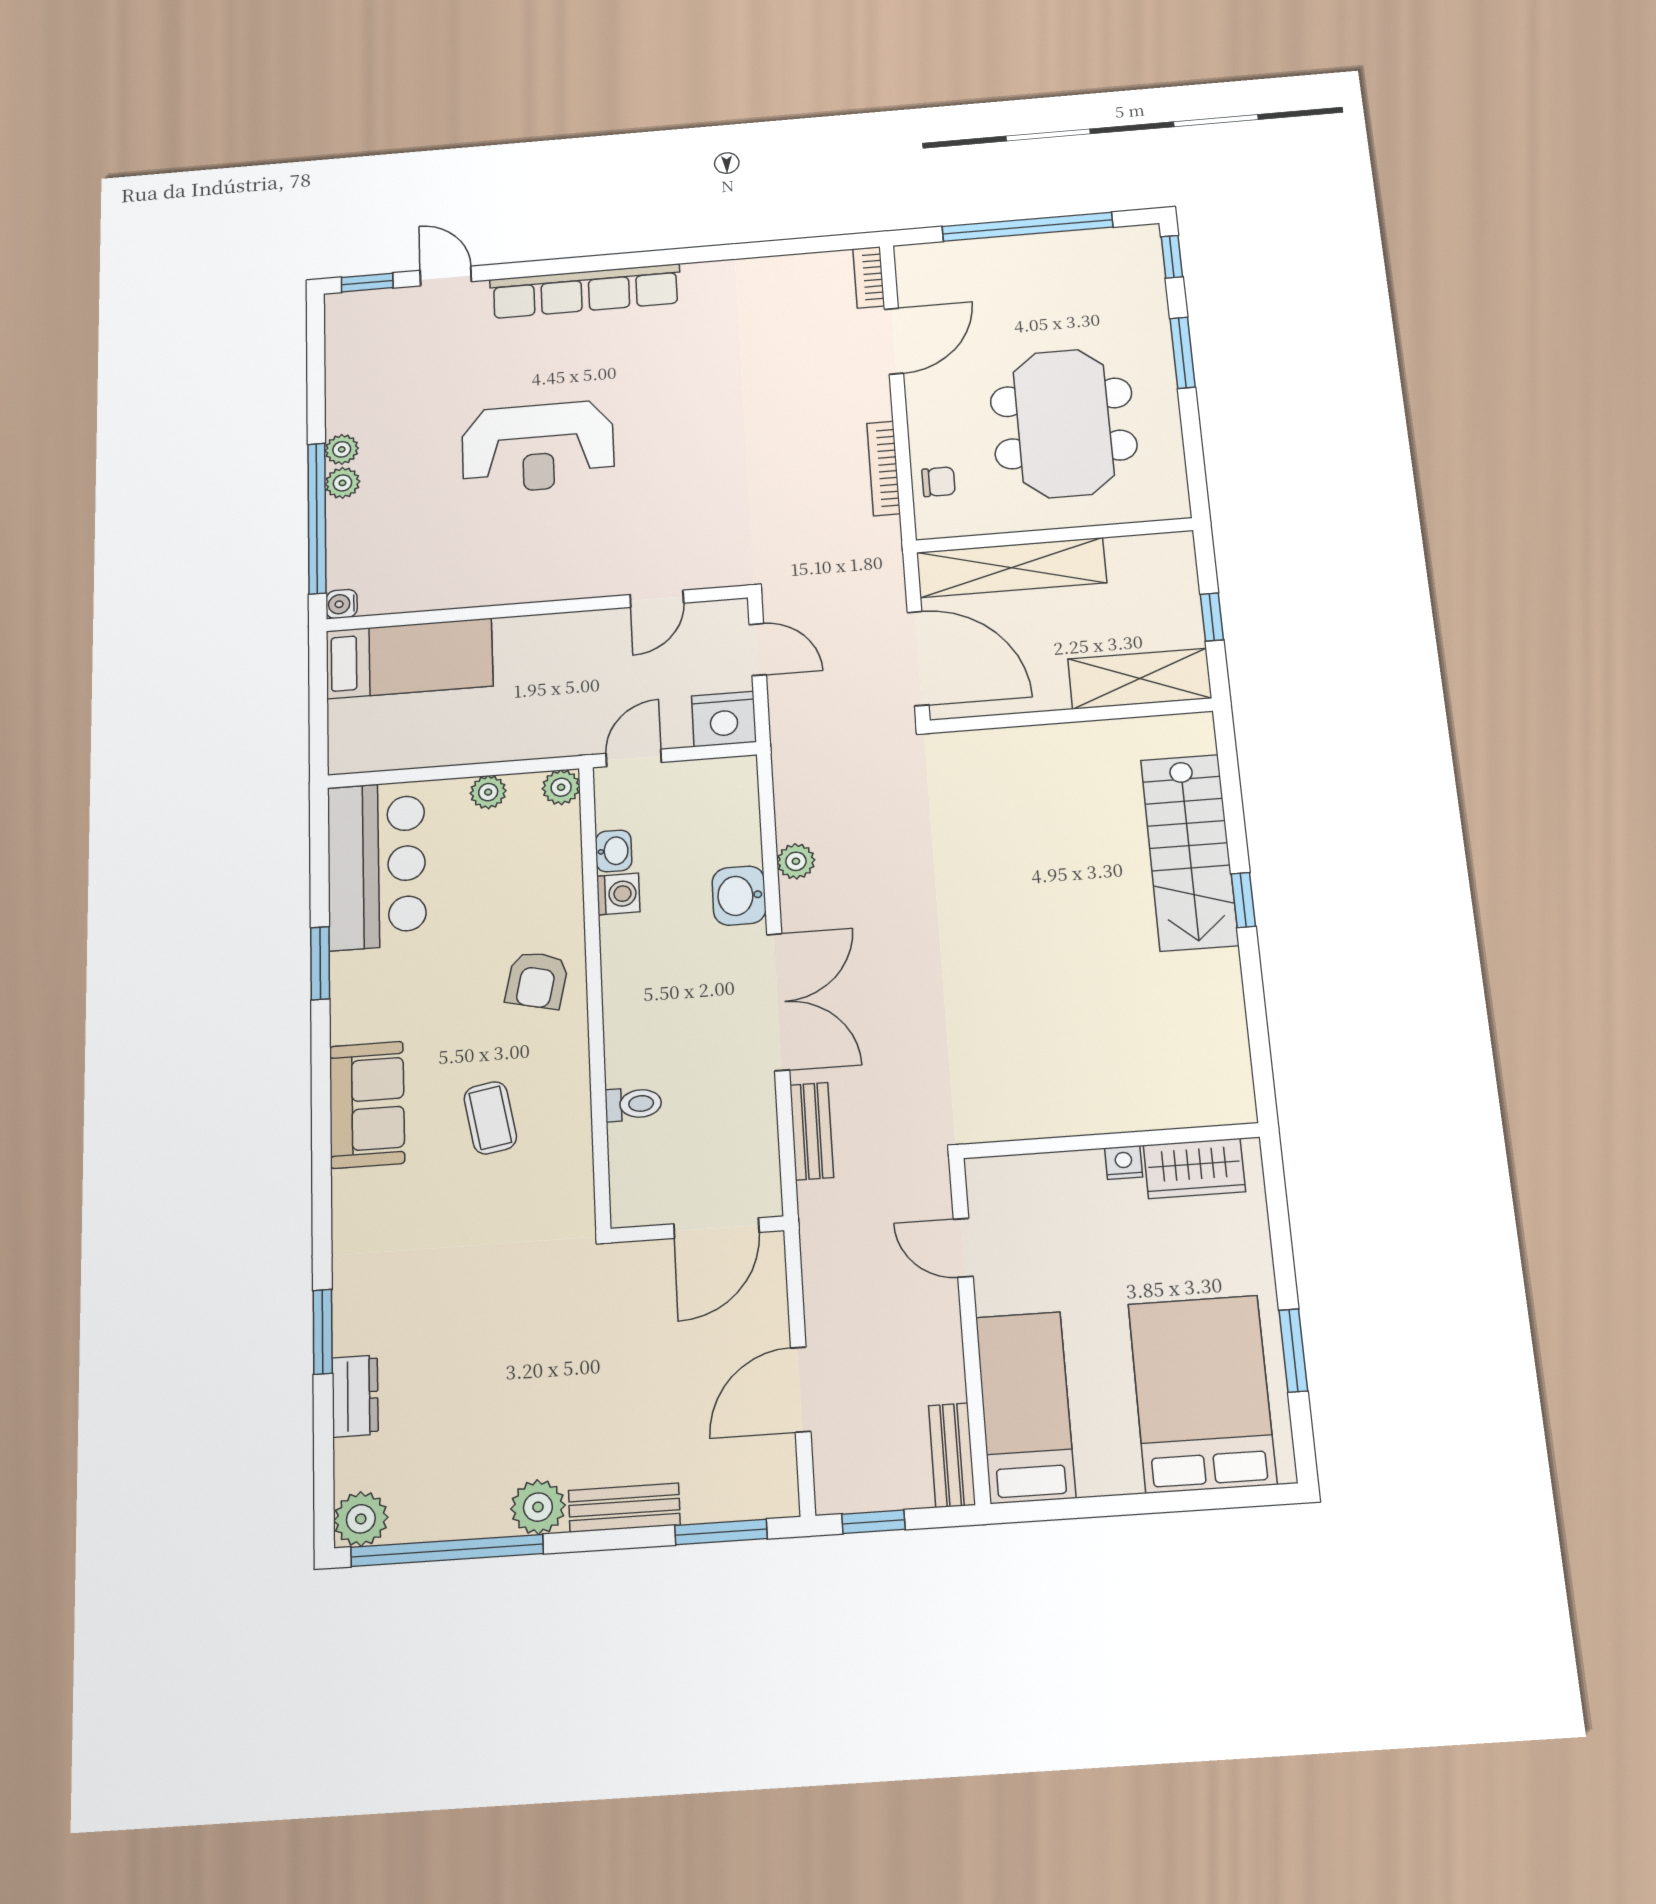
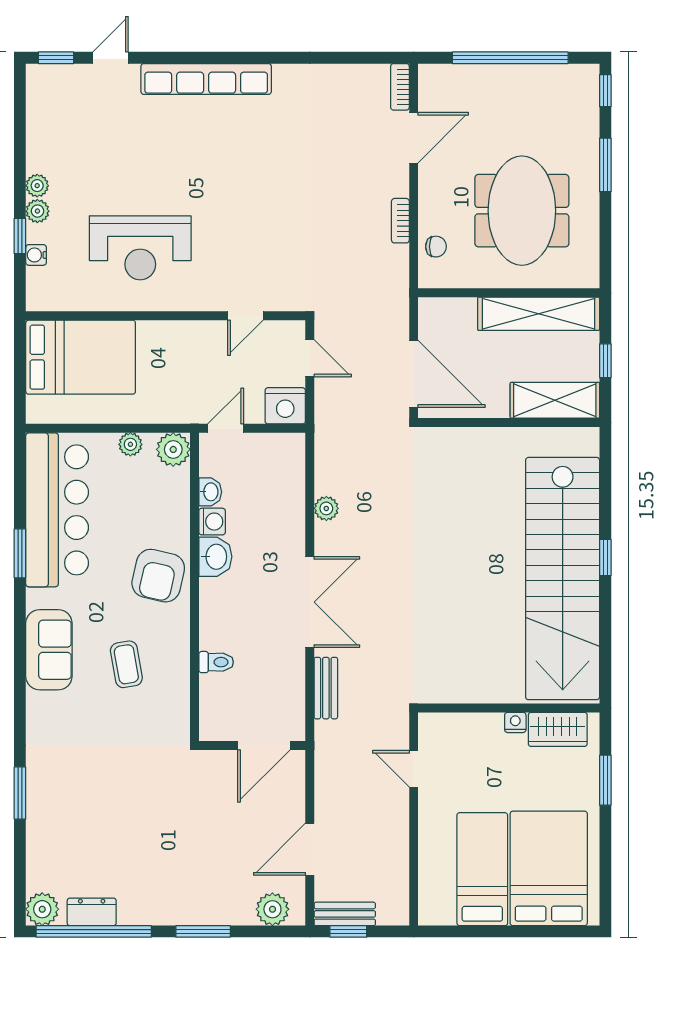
door: (446, 276) -> (110, 58), hinge flipped
reception desk: (538, 447) -> (140, 248), moved
bookcase: (884, 468) -> (400, 221), width x0.64
window: (317, 518) -> (20, 236), width x0.32
shelving: (1011, 568) -> (539, 314), moved
water cooler: (342, 604) -> (36, 255), moved
bed: (409, 658) -> (81, 357), width x1.50
plant: (561, 787) -> (173, 449), width x1.38, depth x1.38
stairs: (1189, 852) -> (563, 579), width x1.86, depth x1.51
bar counter: (377, 865) -> (57, 510), width x1.36
washbasin: (739, 896) -> (215, 557), moved, turned 180
armchair: (537, 980) -> (158, 576), width x1.38, depth x1.38
window: (1293, 1351) -> (605, 780), moved
dresser: (355, 1396) -> (92, 912), moved, turned -90
bed: (1025, 1407) -> (482, 869), moved
bench: (952, 1455) -> (345, 914), moved, turned 90
plant: (538, 1507) -> (272, 909), moved
bench: (624, 1508) -> (201, 913), removed
window: (721, 1532) -> (203, 931), moved

